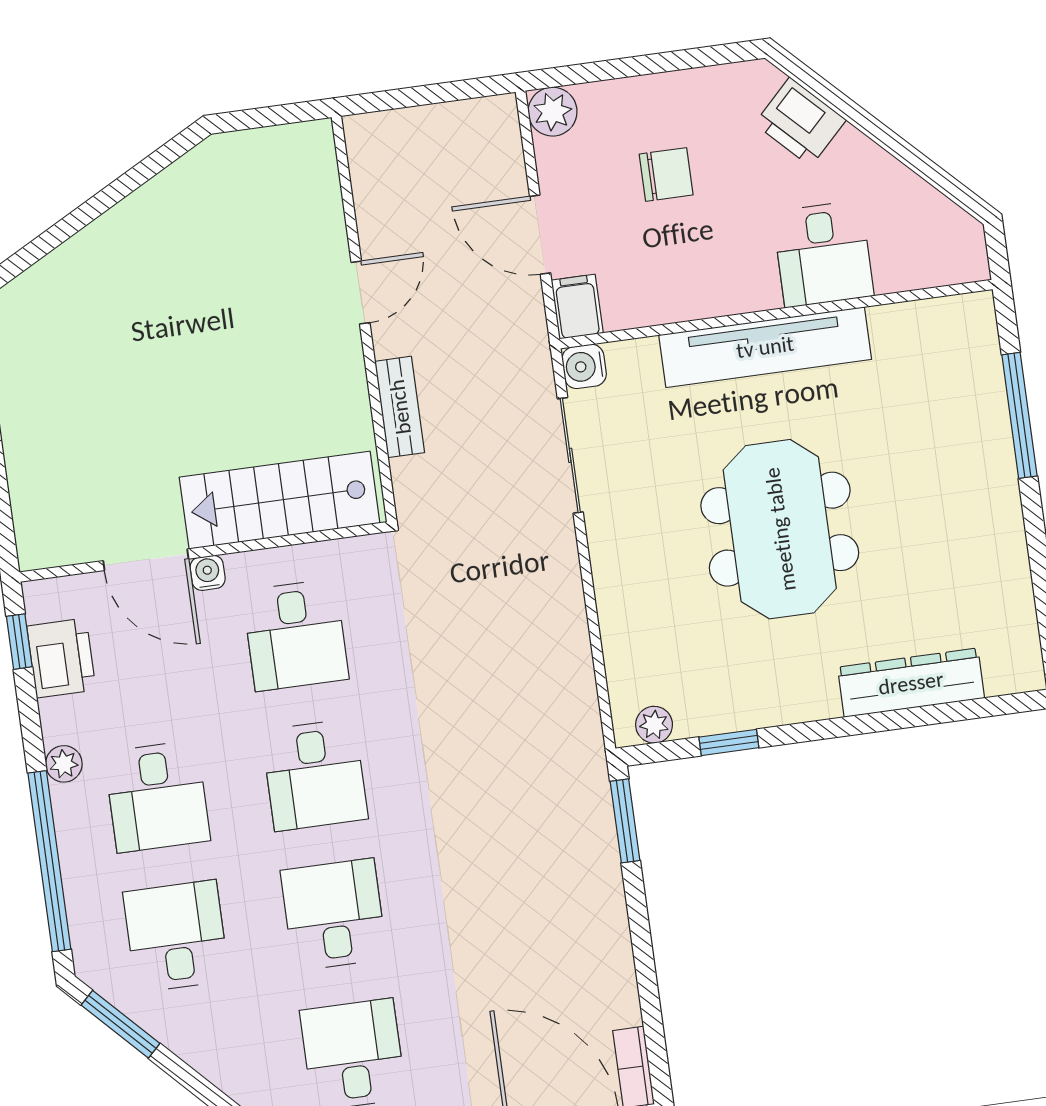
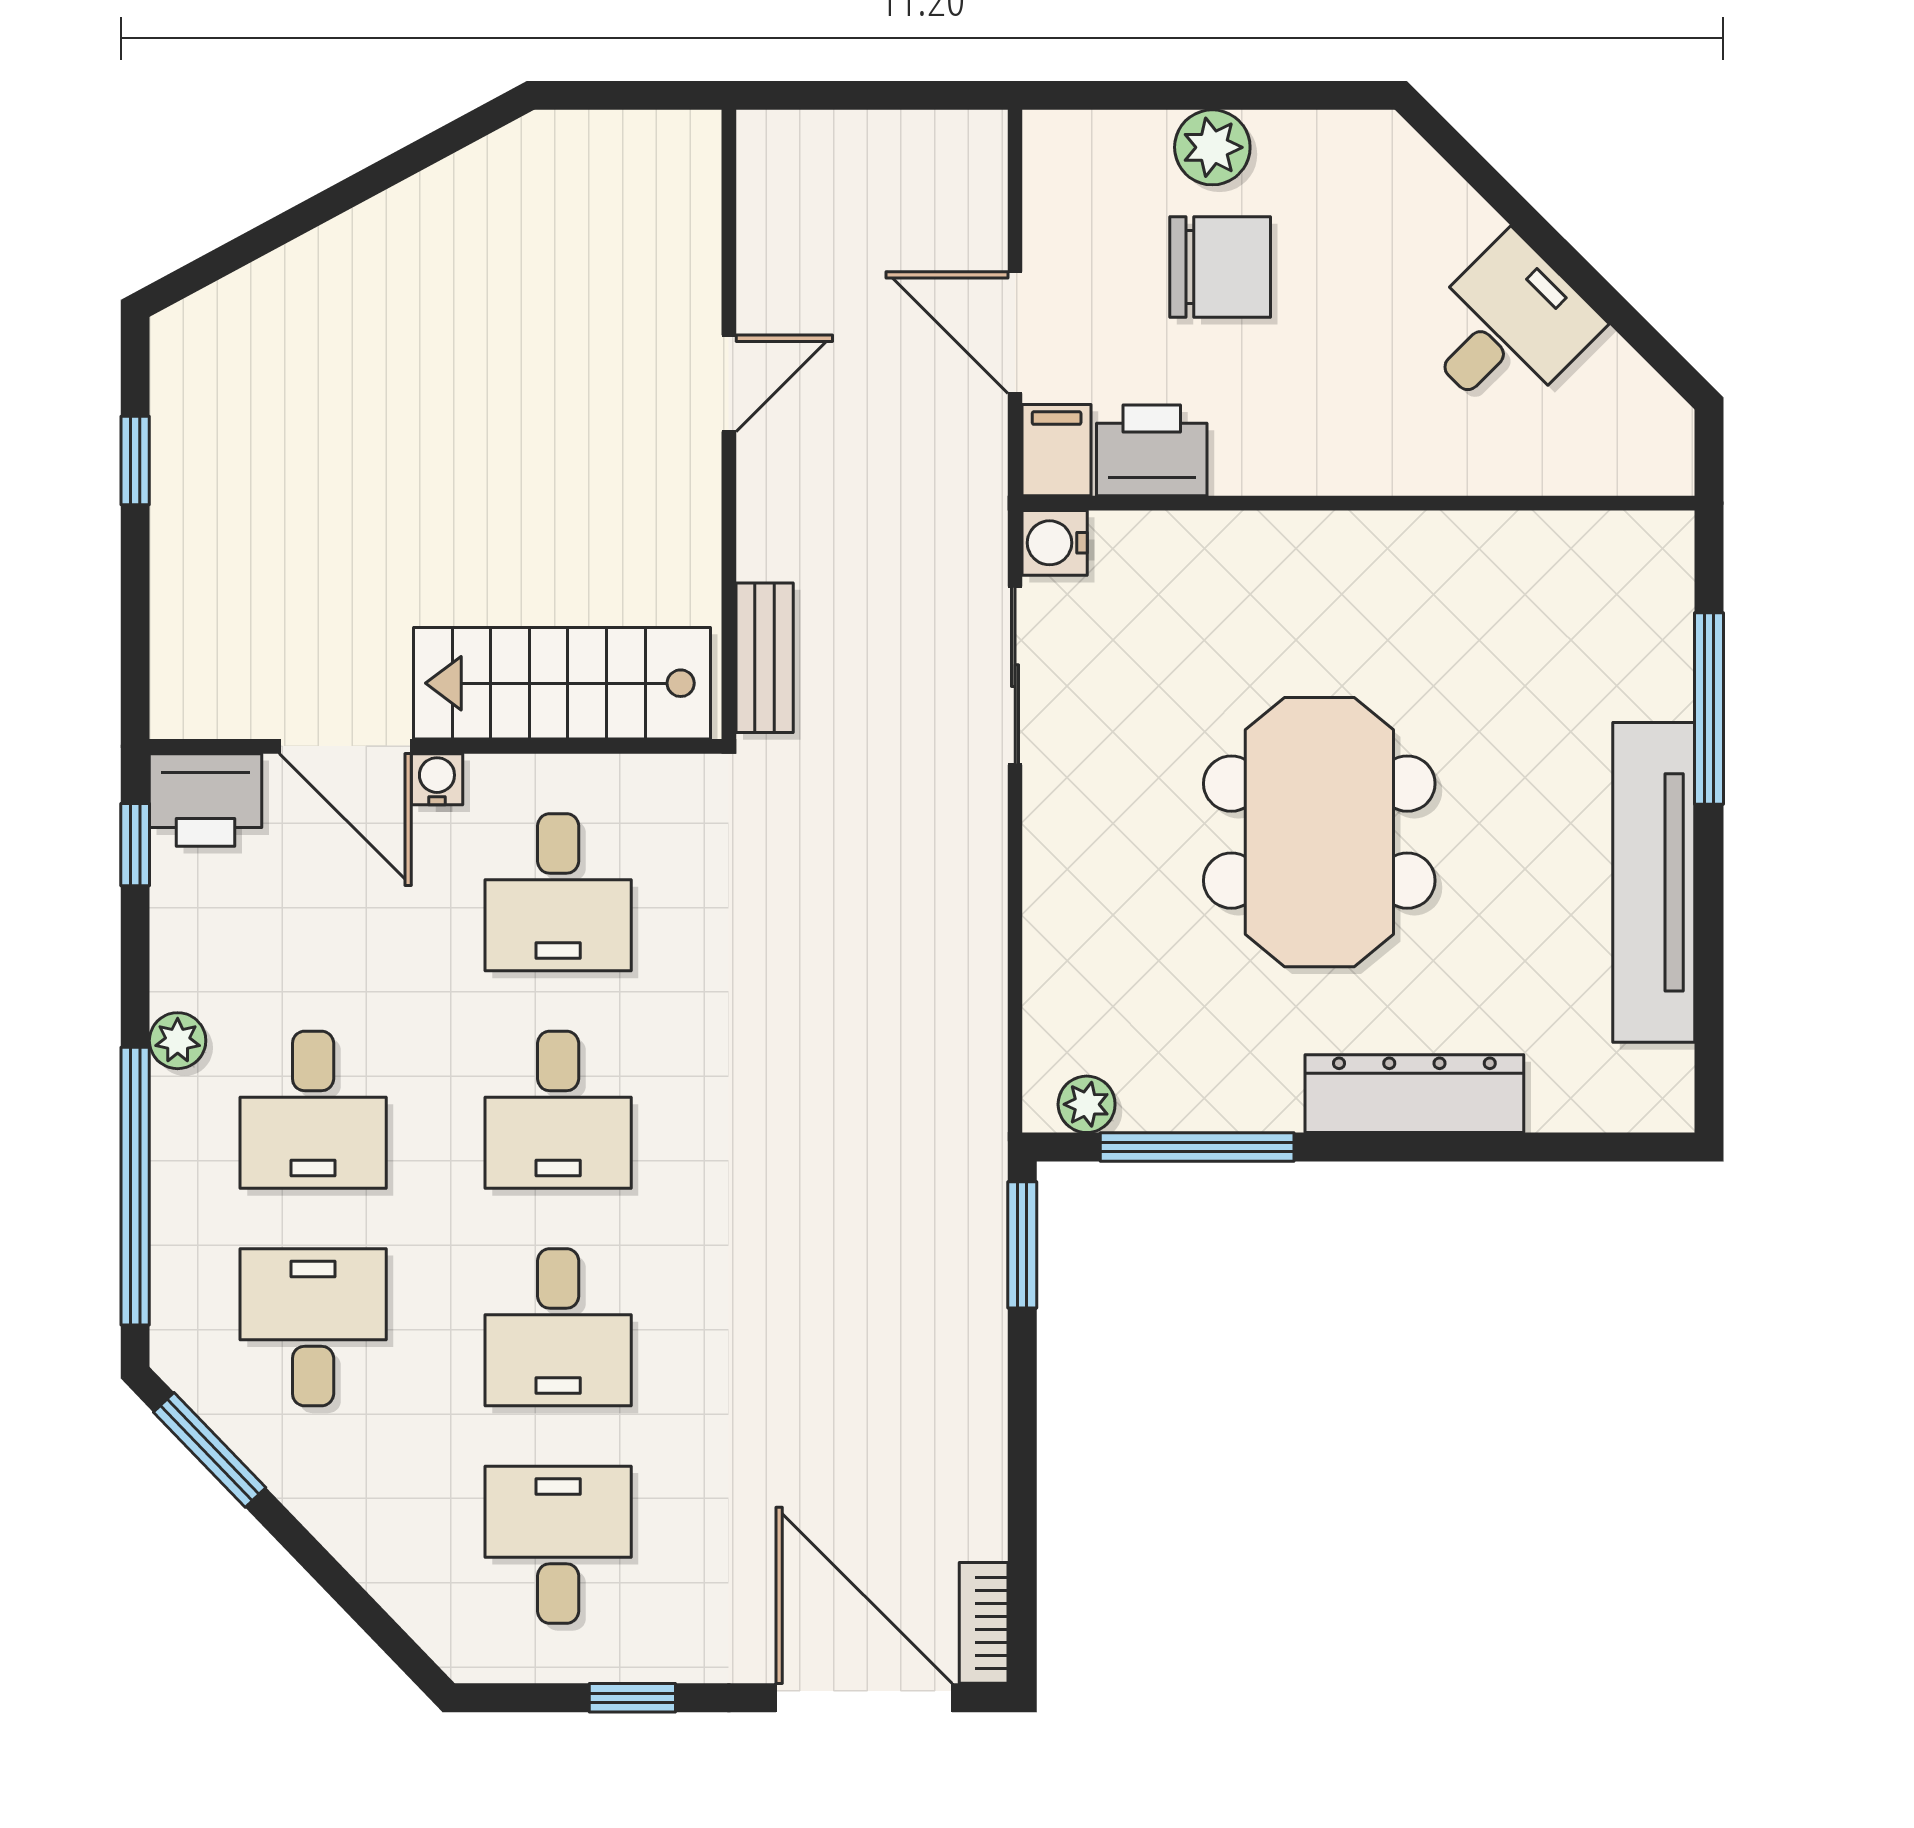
plant: (553, 112) -> (1212, 147), moved
printer: (800, 122) -> (1152, 450), moved, turned 135
chair: (666, 174) -> (1220, 267), width x1.37, depth x1.37
desk: (823, 254) -> (1507, 328), moved, turned -135
tv unit: (765, 347) -> (1654, 882), moved, turned 90
bench: (400, 407) -> (765, 658), moved
printer: (61, 658) -> (206, 800), moved, turned 90
dresser: (911, 683) -> (1414, 1094), moved
window: (729, 742) -> (1197, 1147), width x2.17
desk: (334, 915) -> (558, 1327), turned 180

